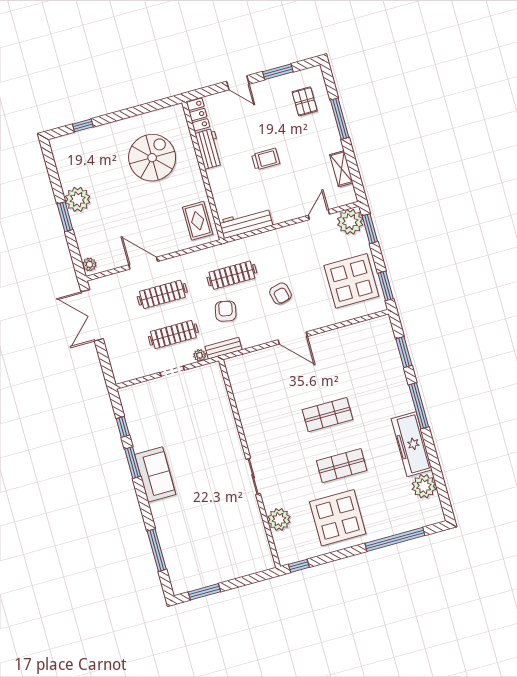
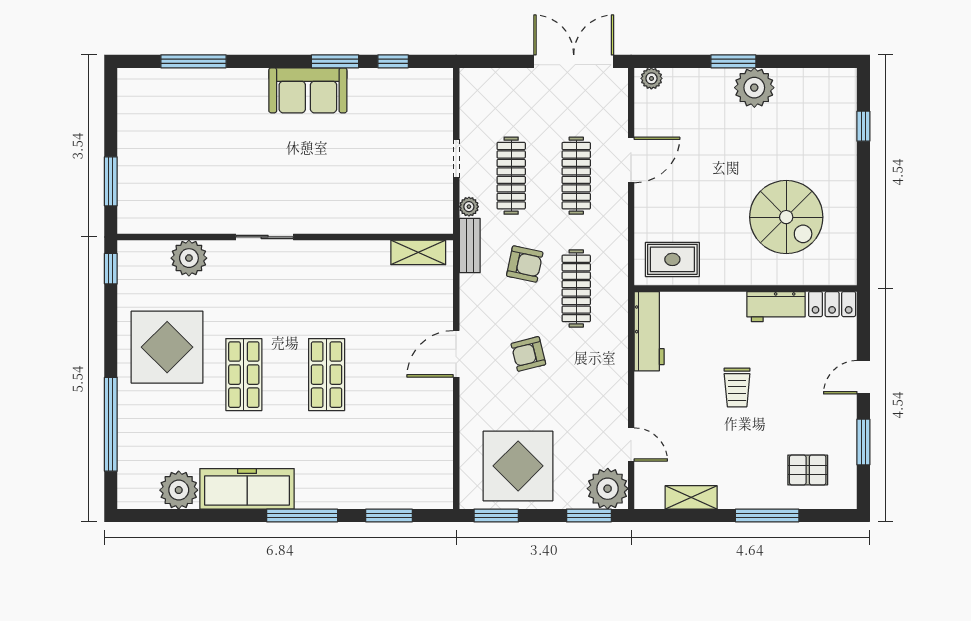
shelving: (237, 379) -> (418, 252), added
window: (204, 592) -> (111, 181), moved

